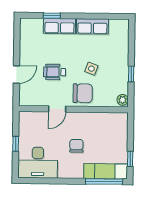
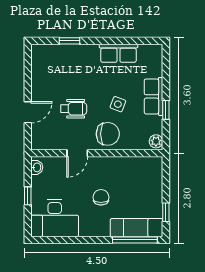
row of seats: (59, 26) -> (153, 96), moved, turned 90
wheelchair: (55, 72) -> (74, 109), turned 180
washbasin: (23, 120) -> (37, 167), added

